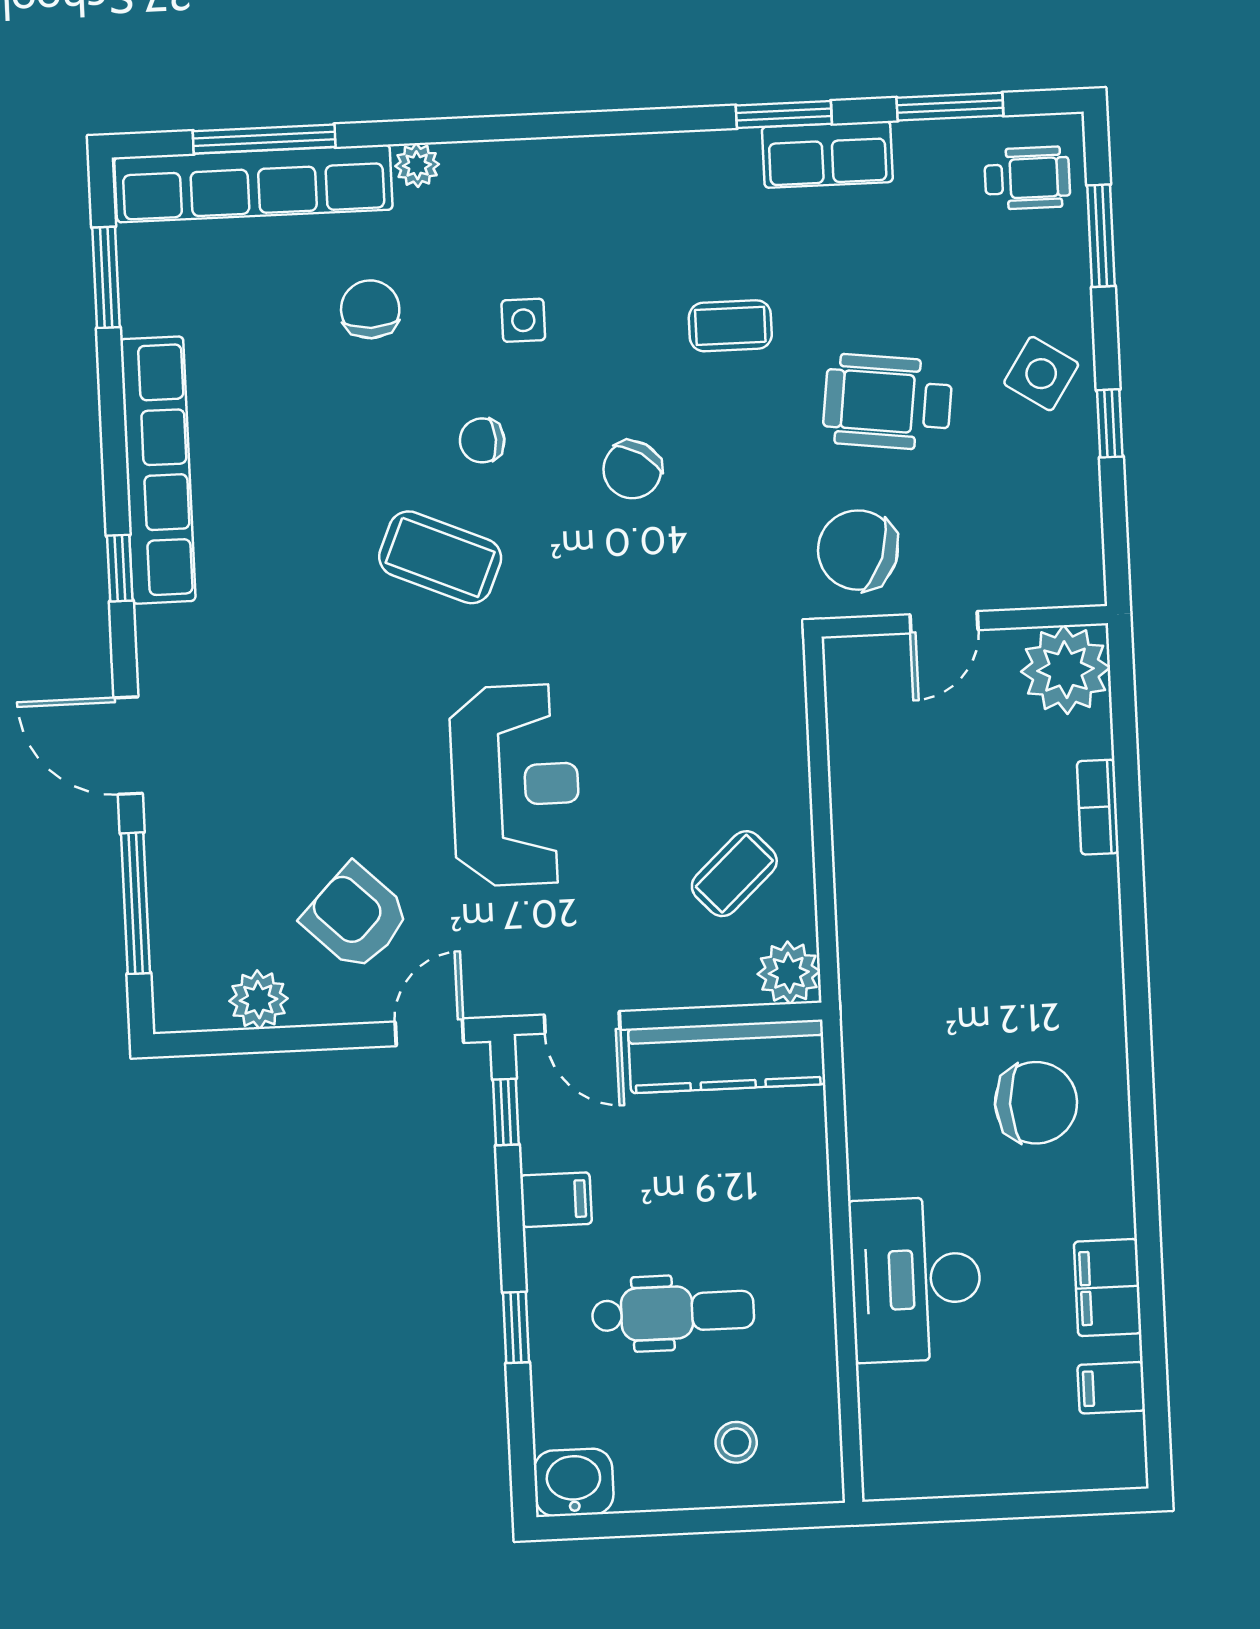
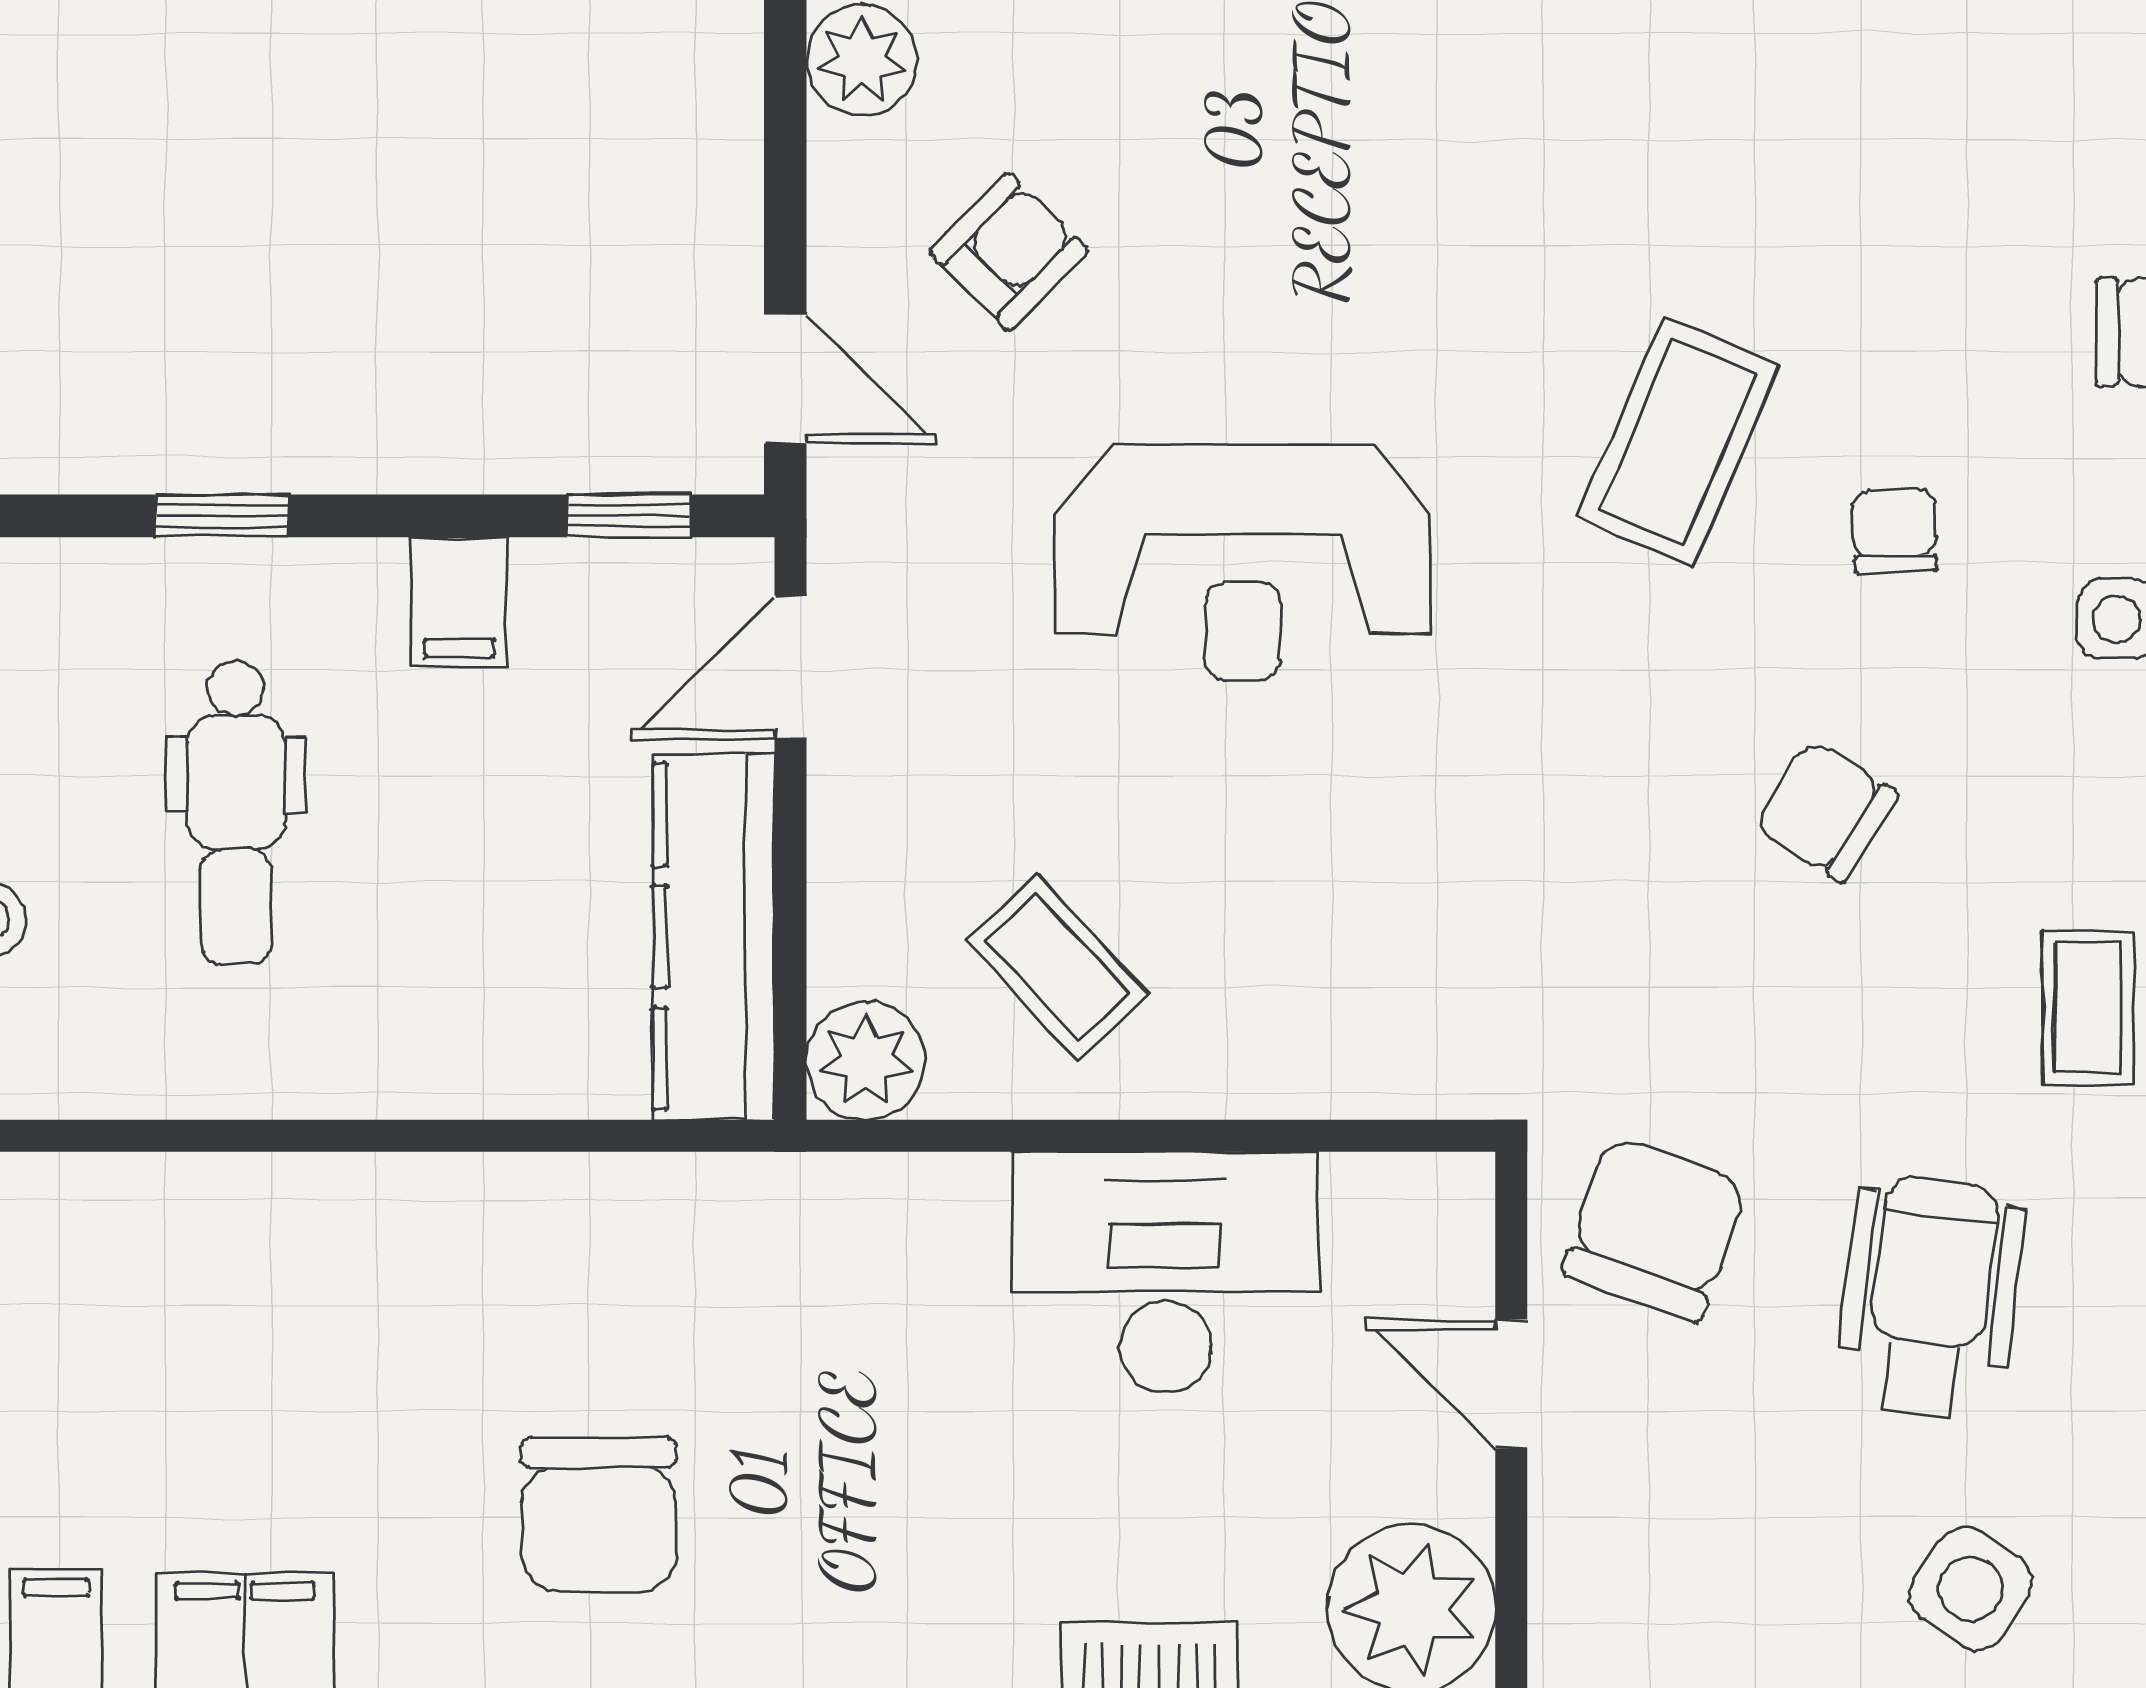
armchair: (356, 917) -> (1009, 251), width x0.72, depth x0.72
desk: (916, 1279) -> (1165, 1272), moved

